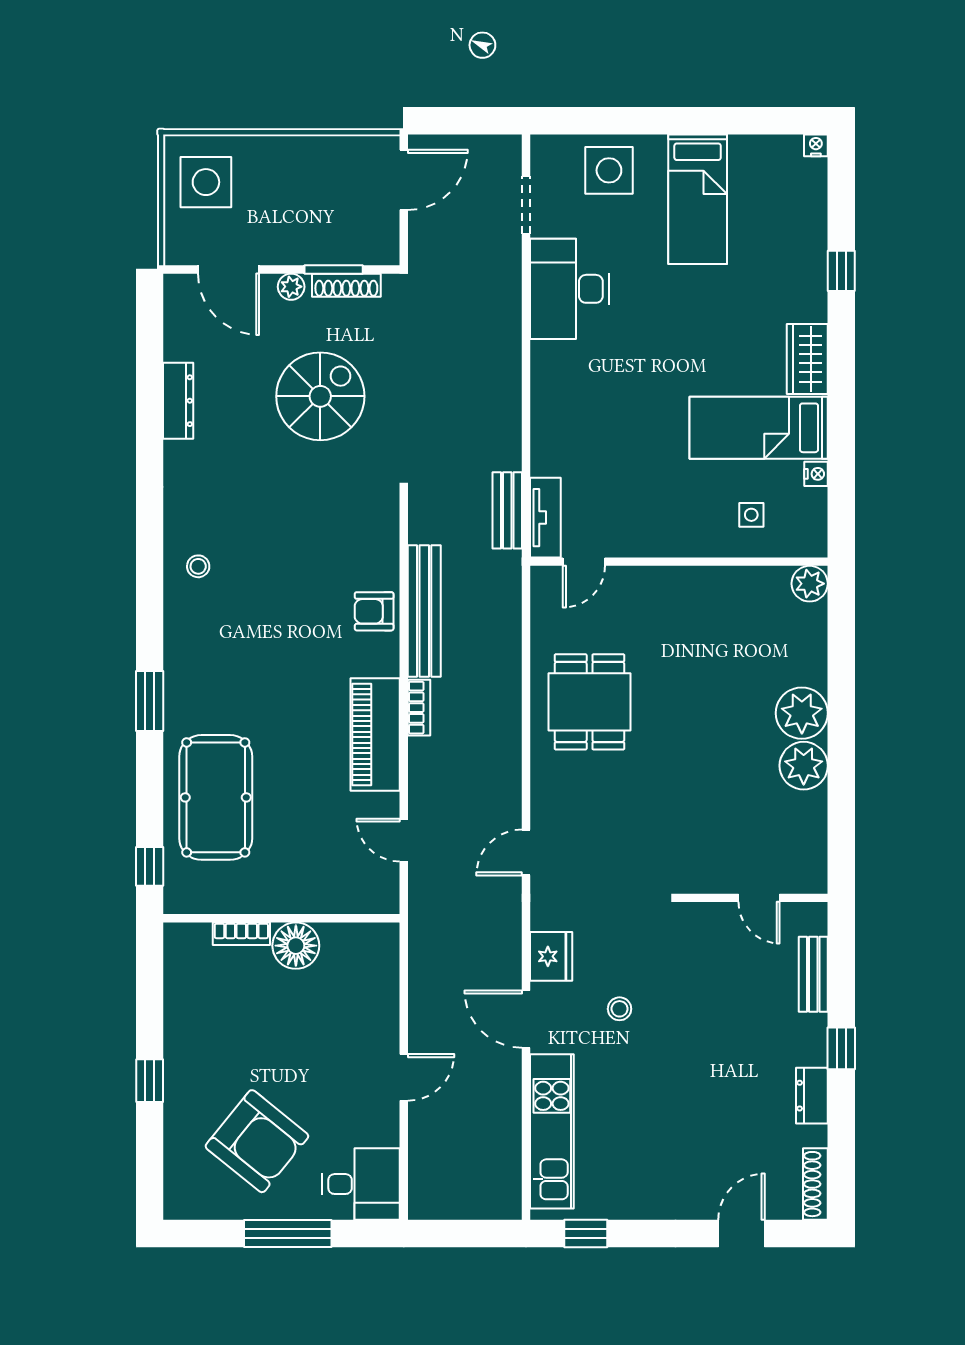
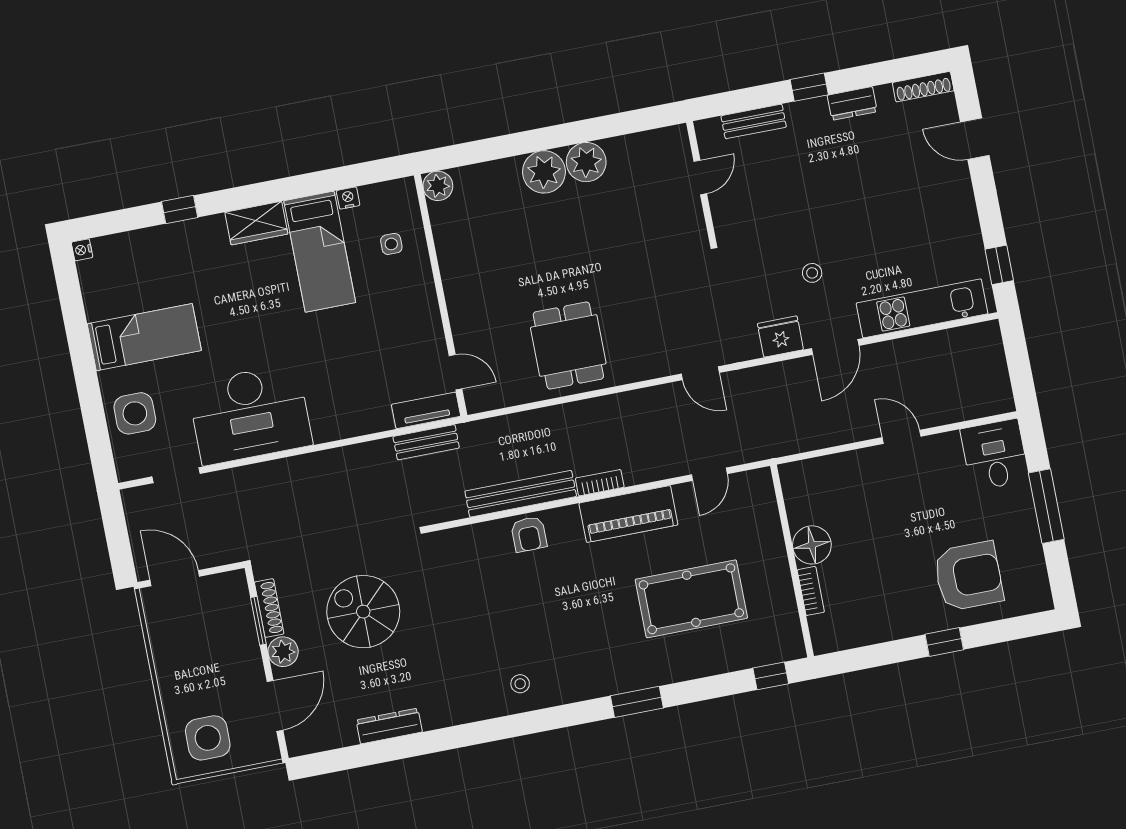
plant: (291, 287) -> (283, 652), width x1.38, depth x1.38
desk: (570, 289) -> (250, 414), width x1.36, depth x1.30
dining table: (590, 702) -> (568, 346), turned 90
pool table: (216, 797) -> (691, 599), moved
armchair: (257, 1141) -> (968, 576), moved, turned 51

